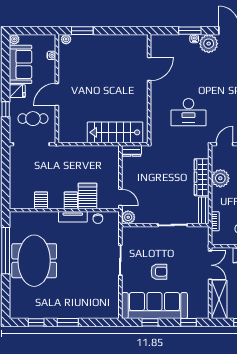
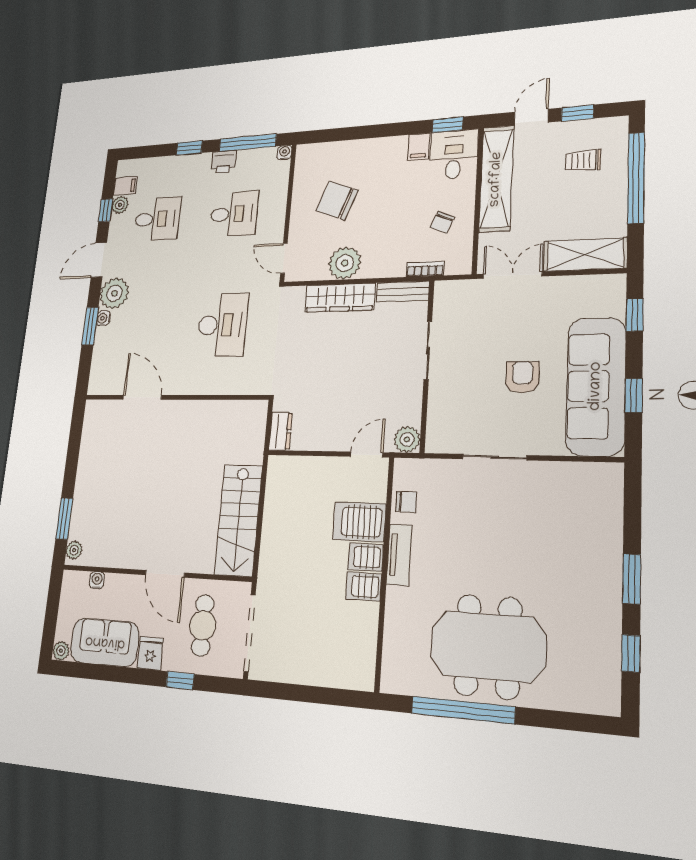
stairs: (115, 132) -> (238, 520), moved
server rack: (41, 200) -> (364, 586), moved

